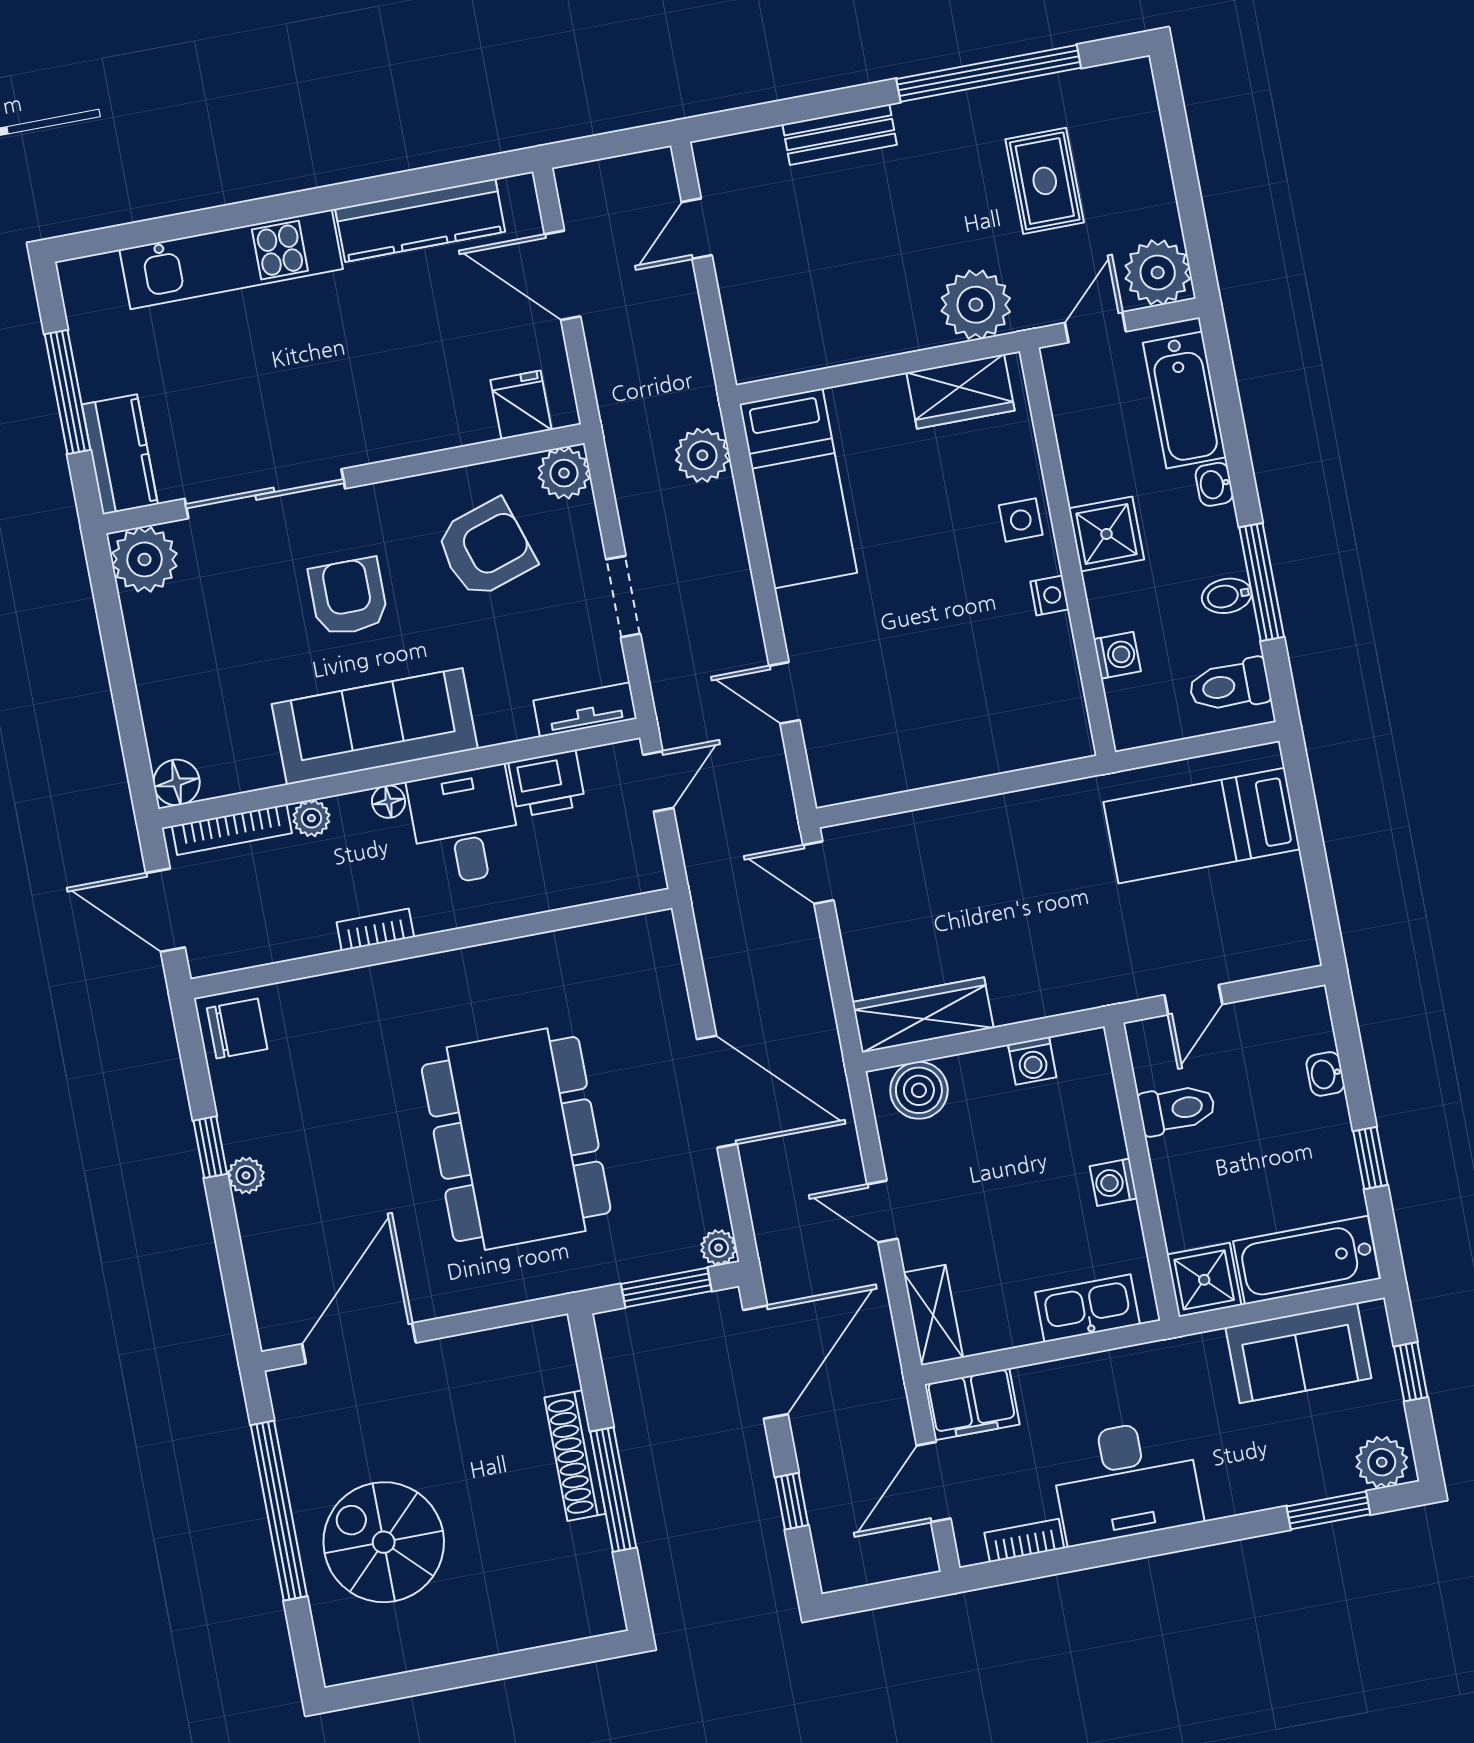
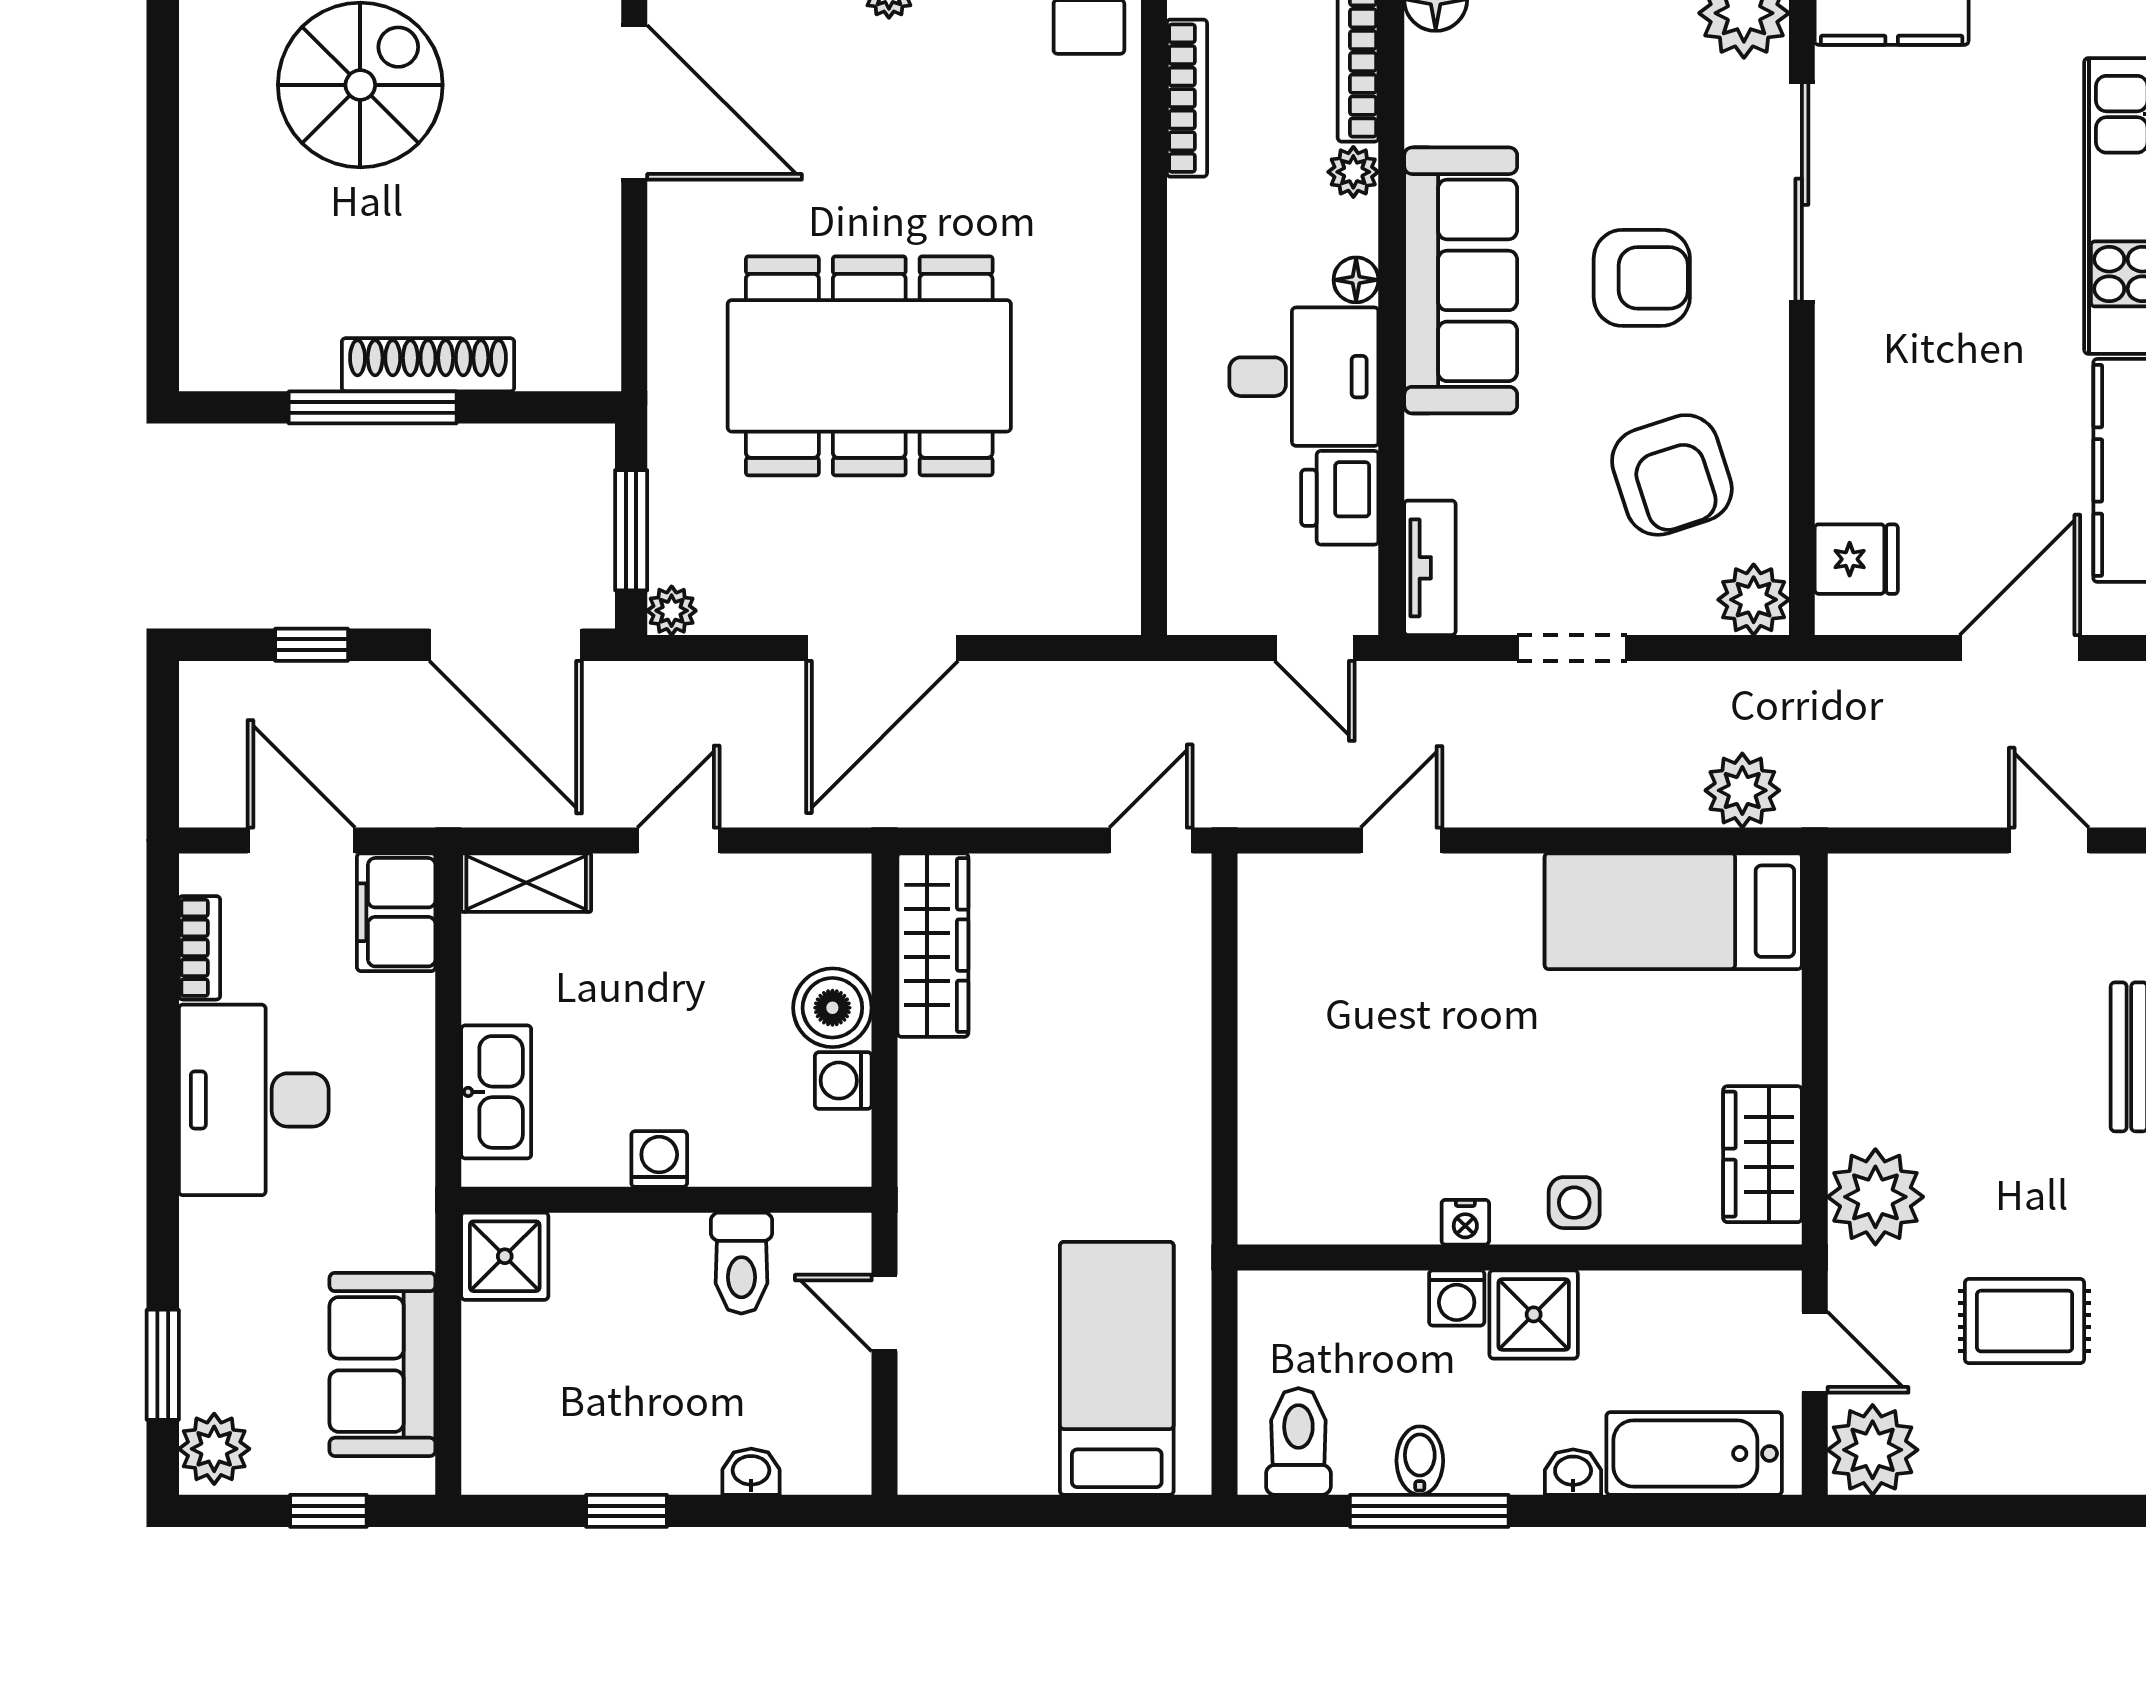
washing machine: (1117, 655) -> (1457, 1298), moved
bookcase: (375, 930) -> (1187, 98), moved, width x1.56
boiler: (919, 1090) -> (832, 1008), moved
bathtub: (1306, 1260) -> (505, 1399), removed

